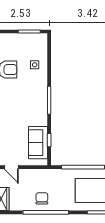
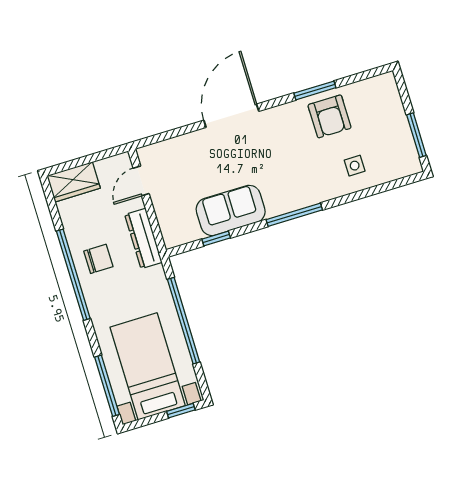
sofa: (38, 143) -> (231, 210), moved
dresser: (39, 174) -> (143, 238), added

